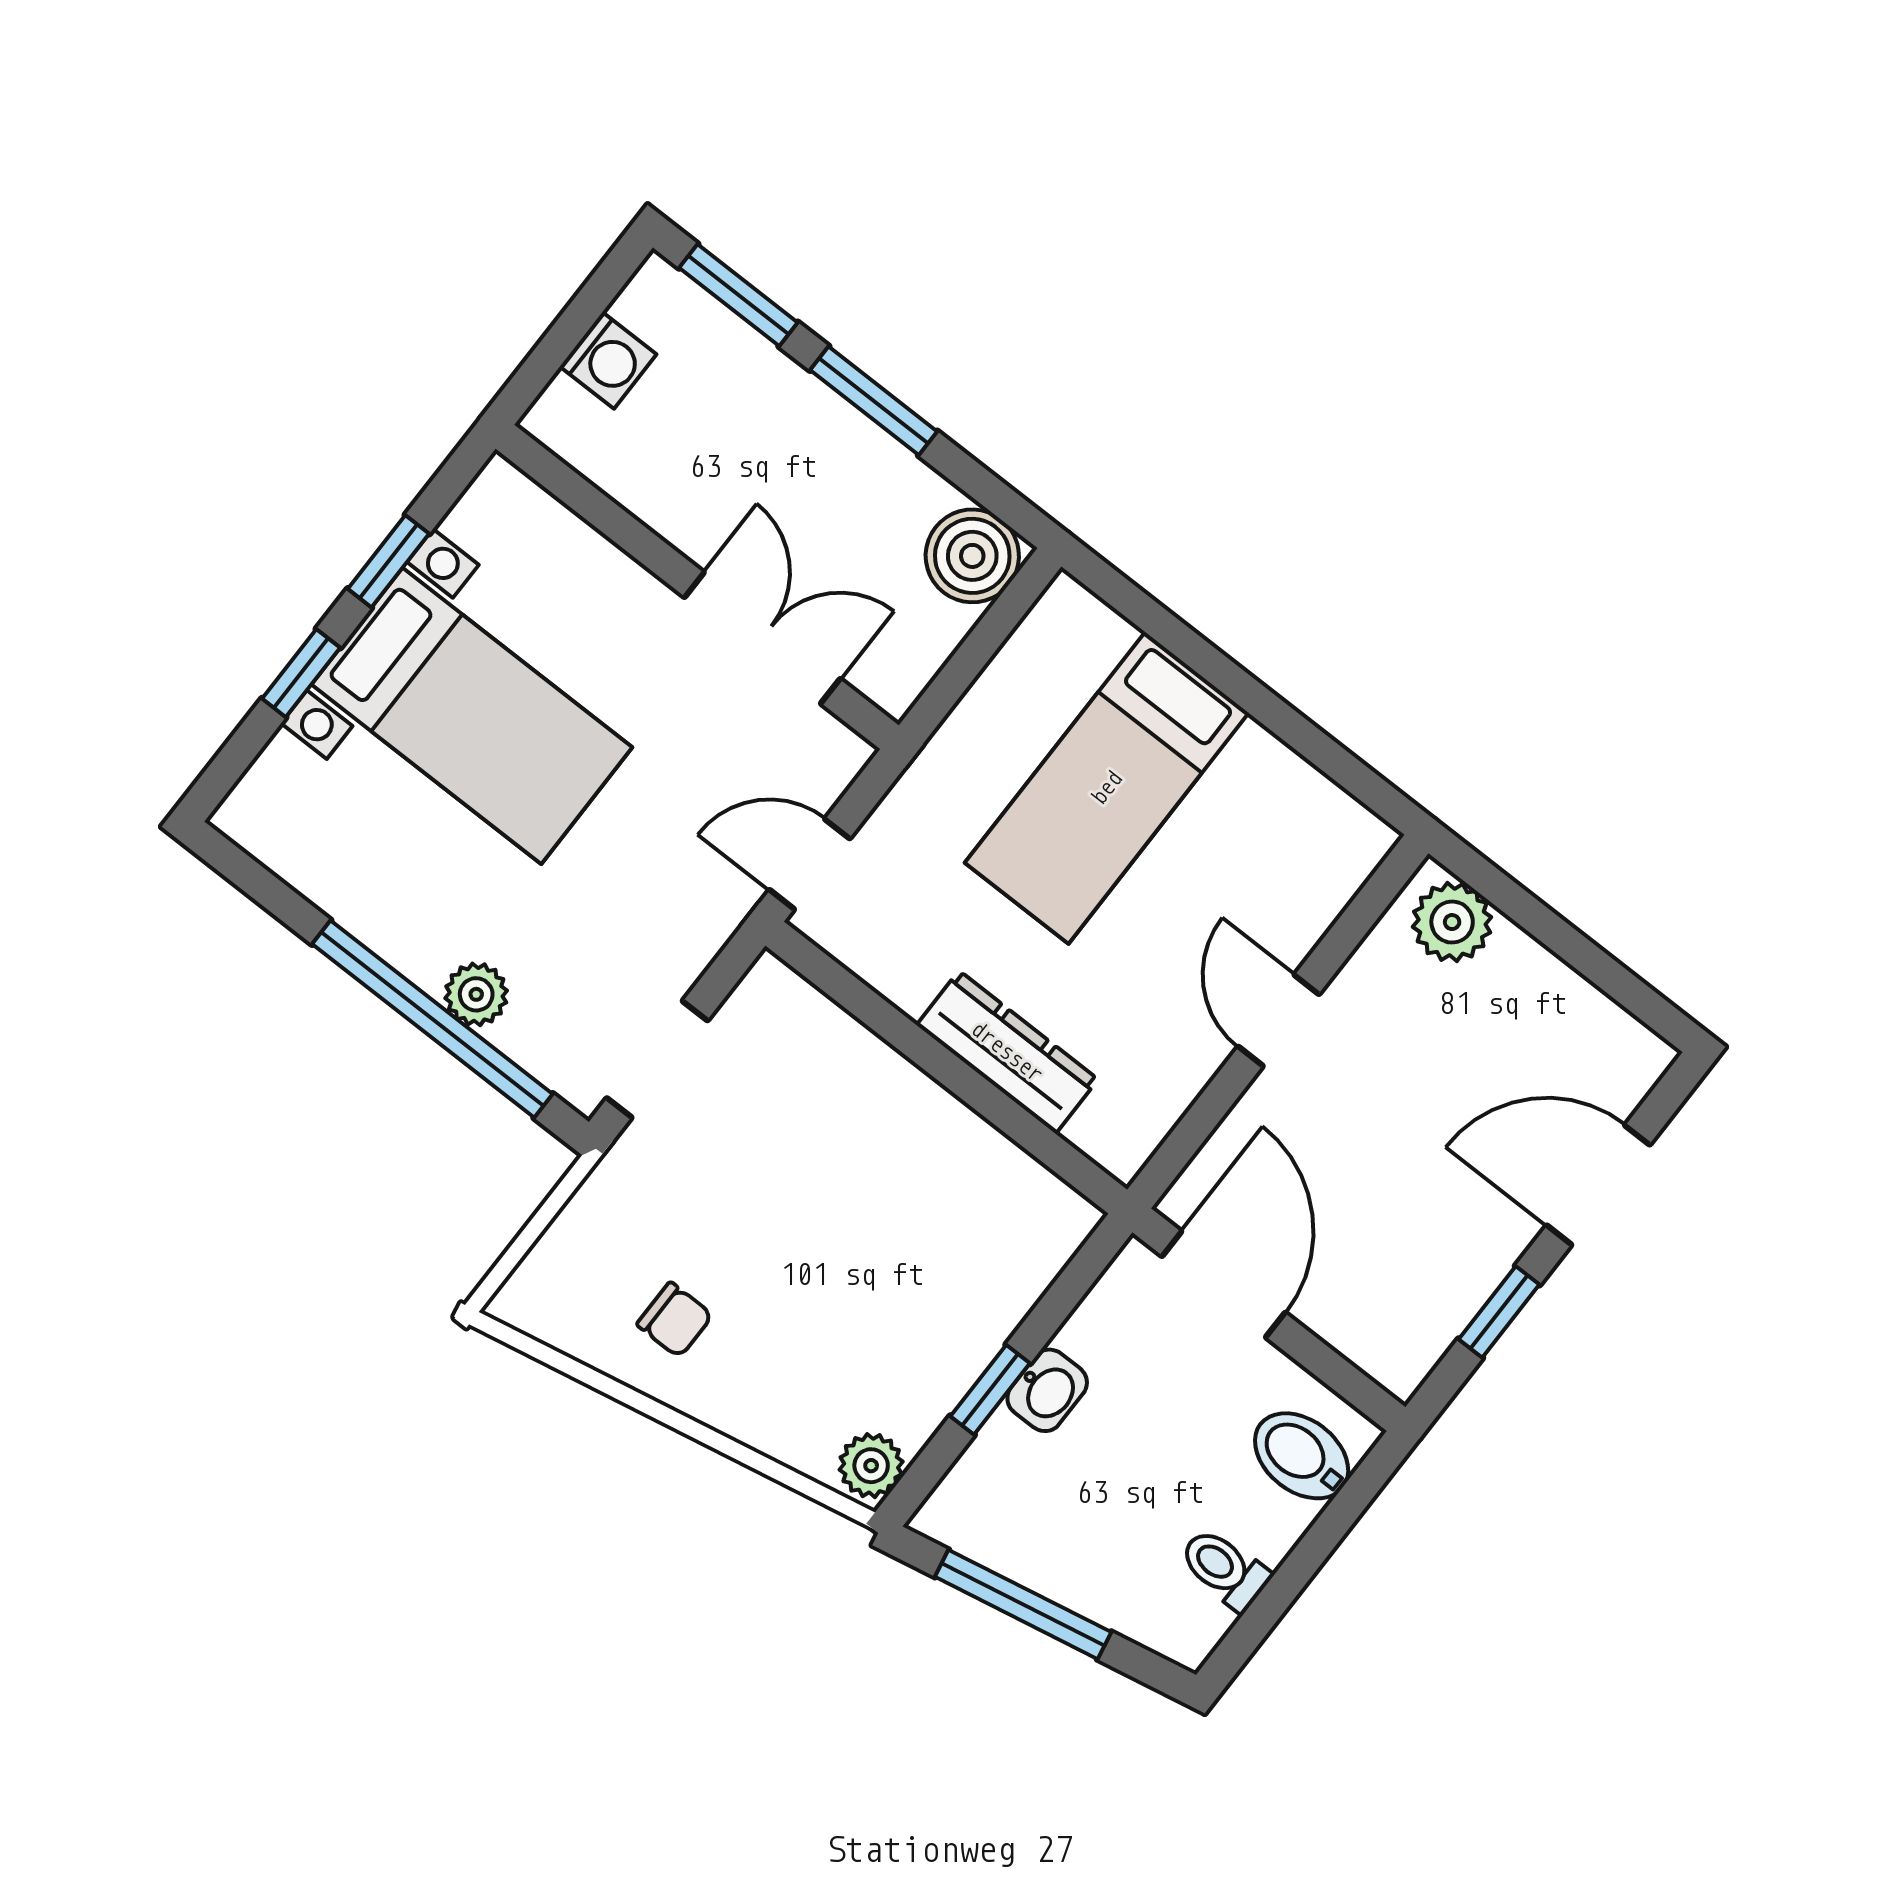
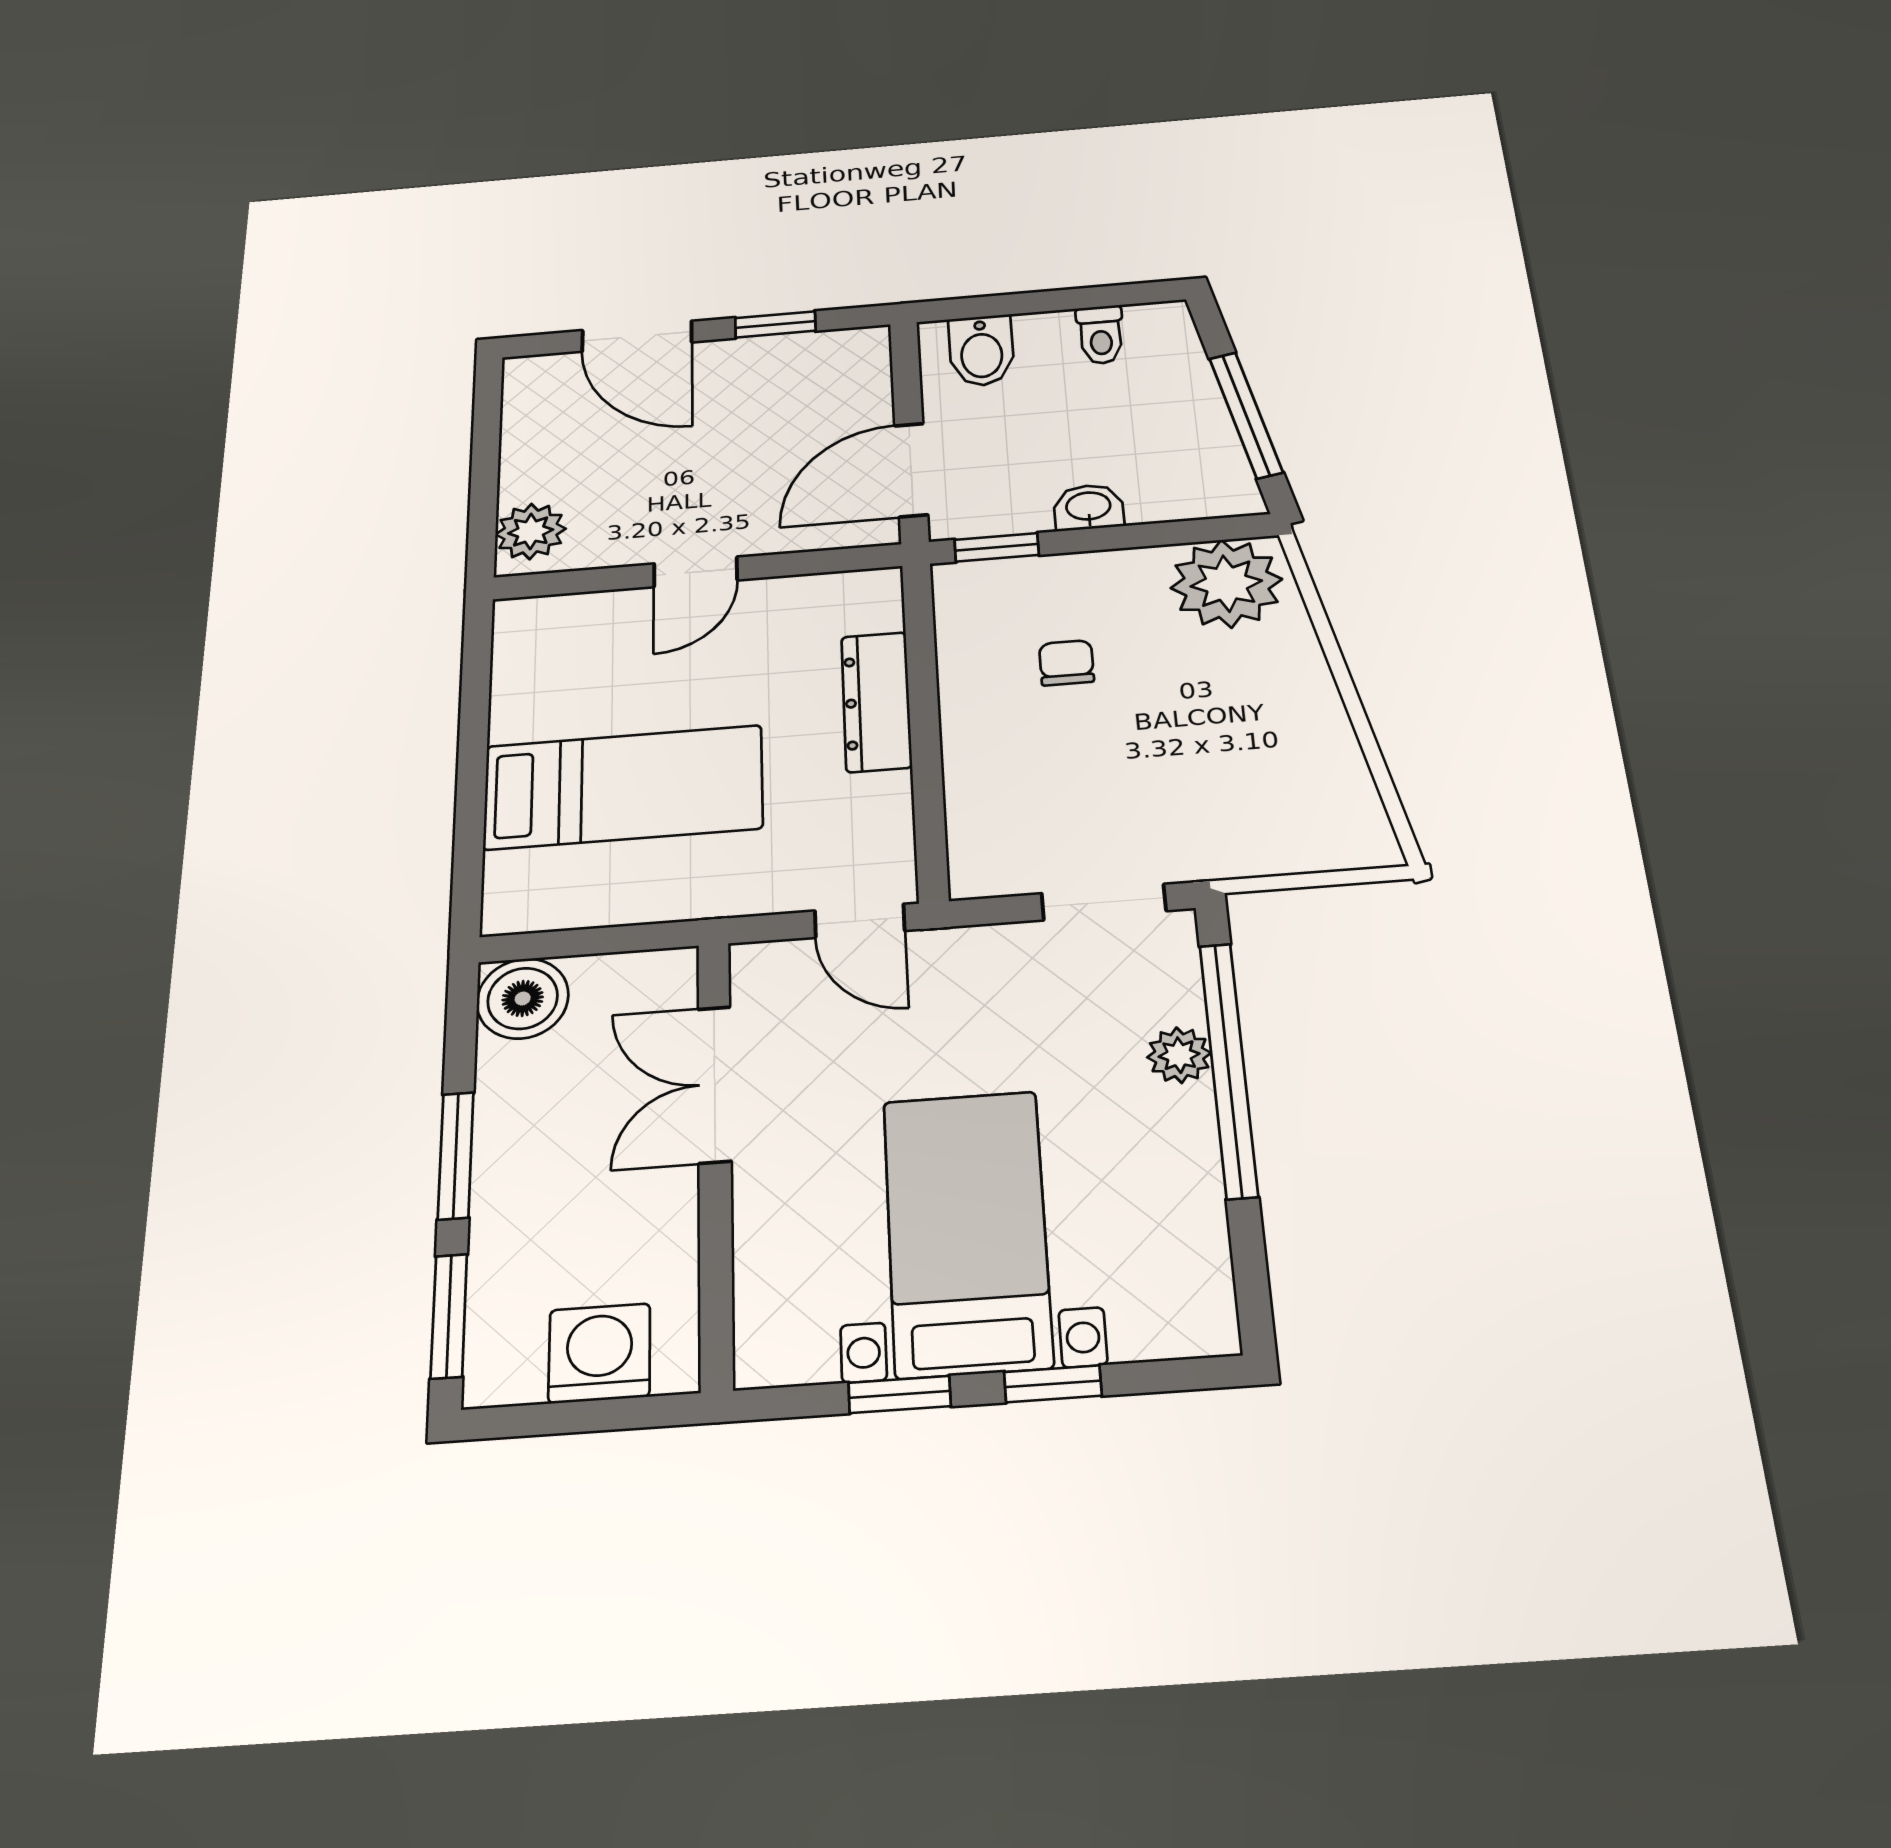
washing machine: (608, 360) -> (599, 1353), width x1.38, depth x1.38
chair: (675, 1320) -> (1066, 663), moved
window: (990, 1390) -> (997, 547), moved
plant: (871, 1466) -> (1226, 584), width x1.87, depth x1.87

